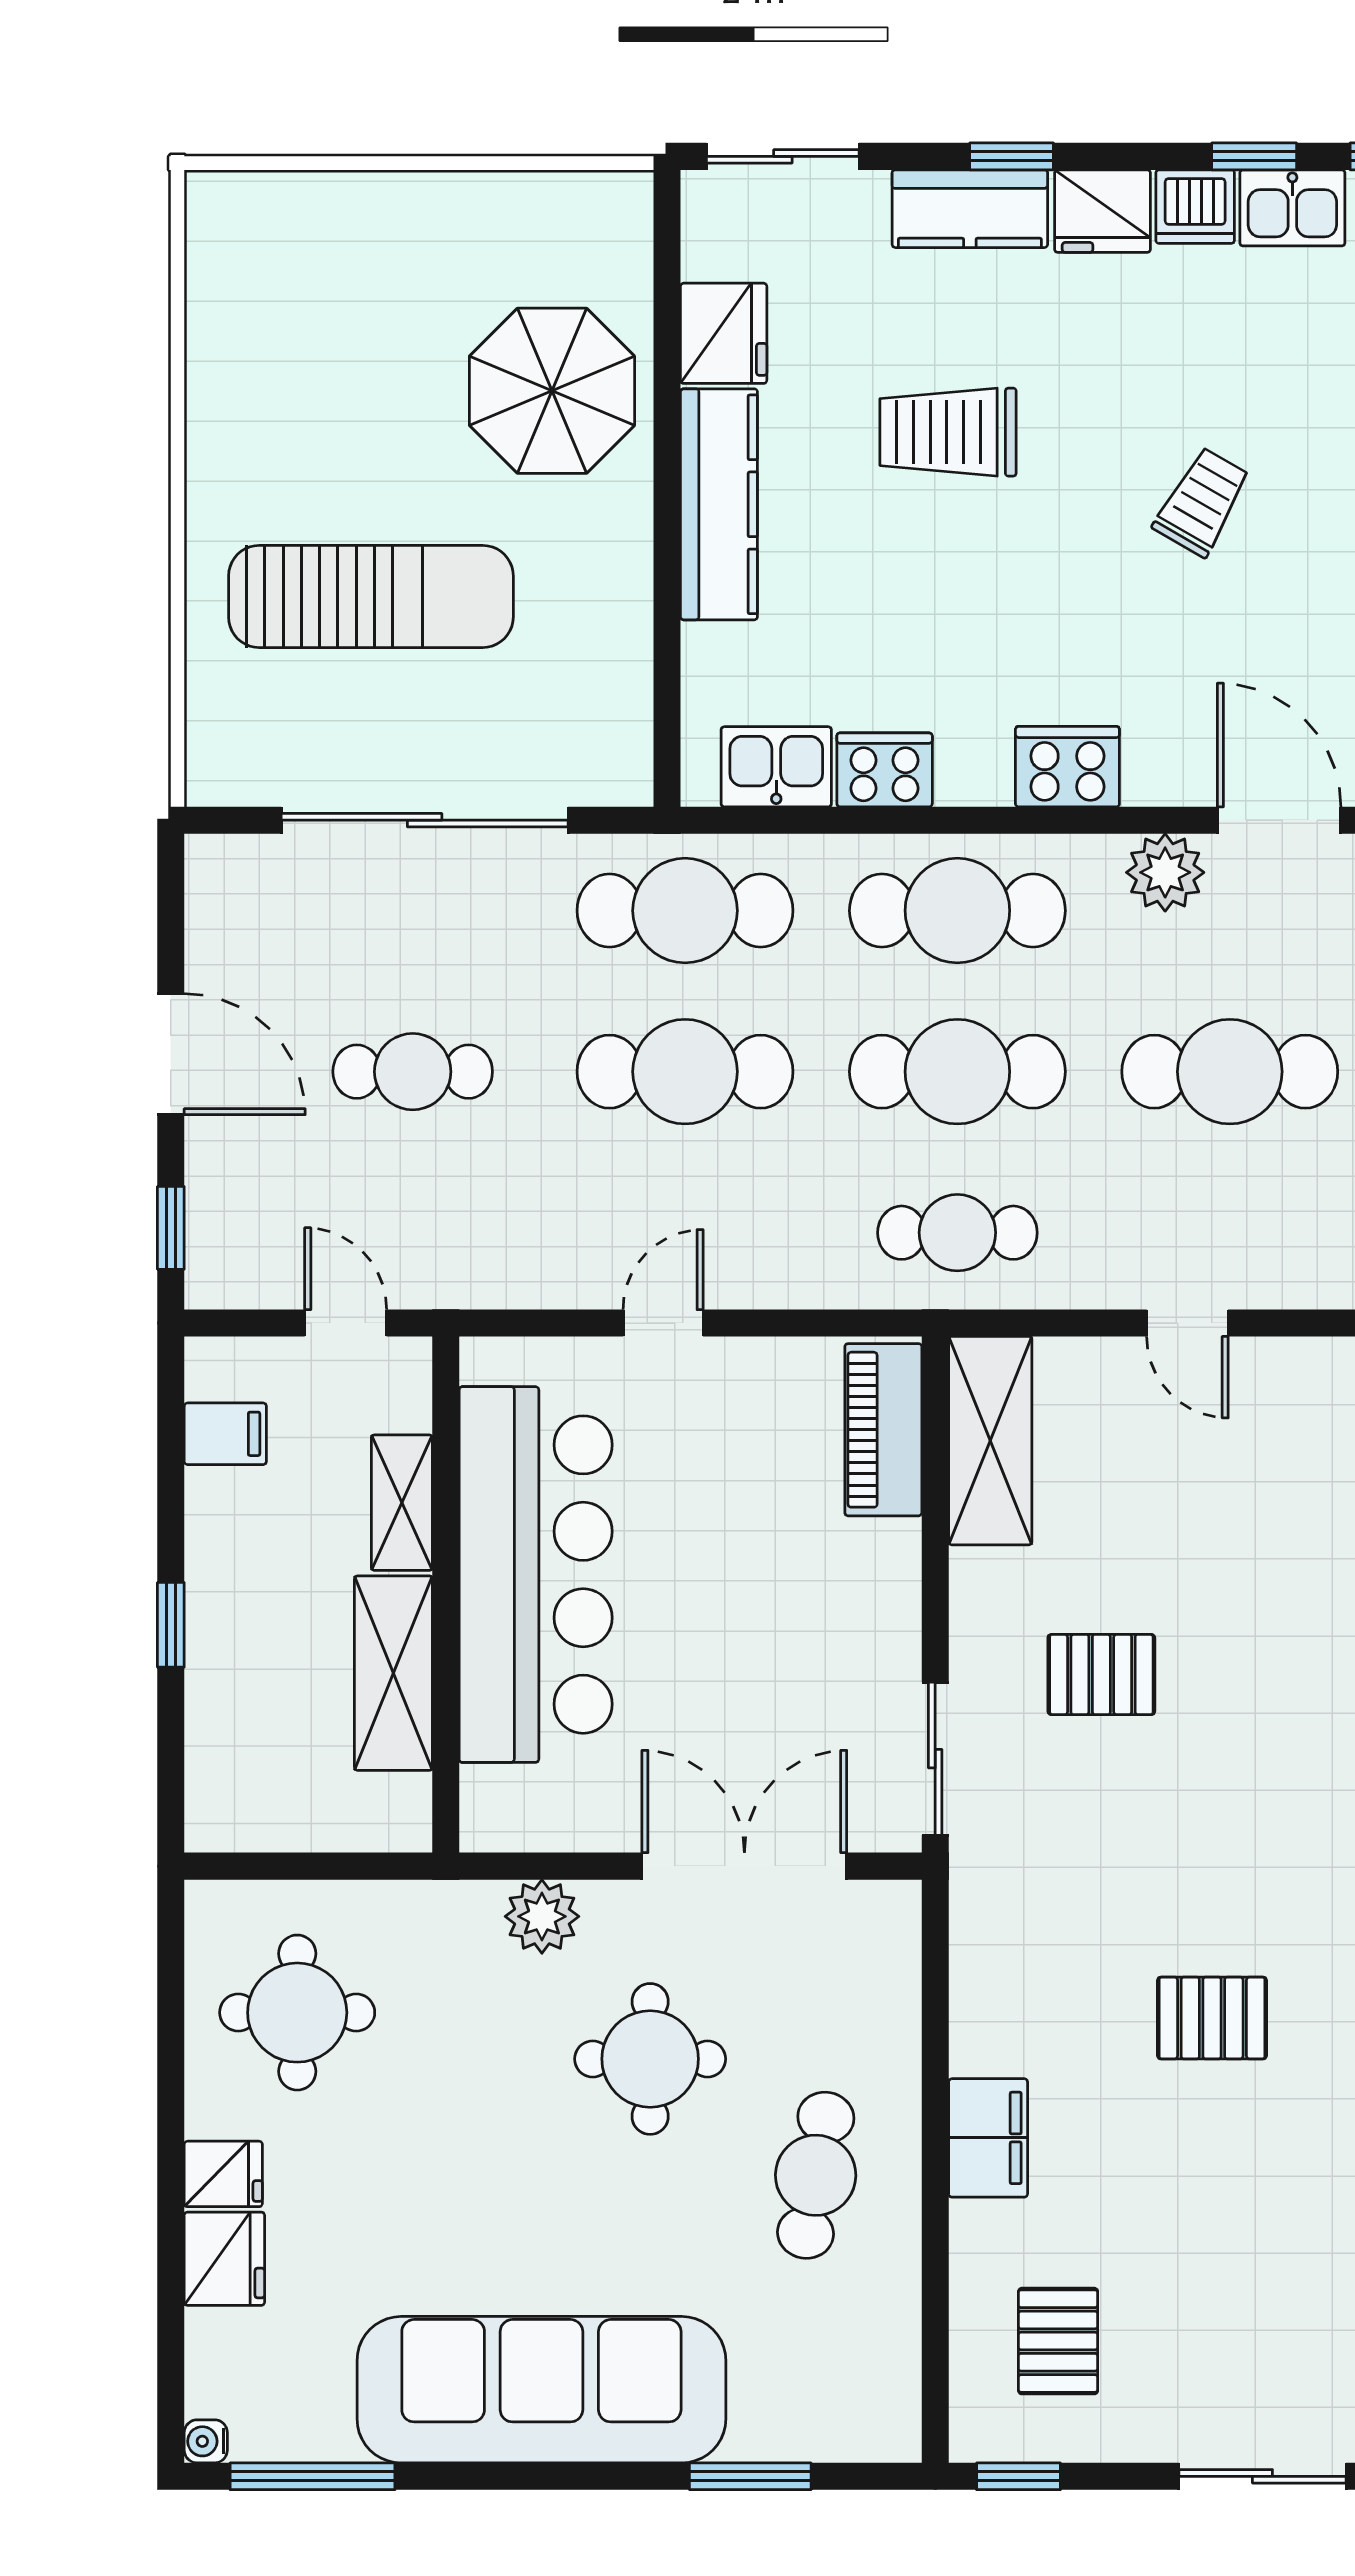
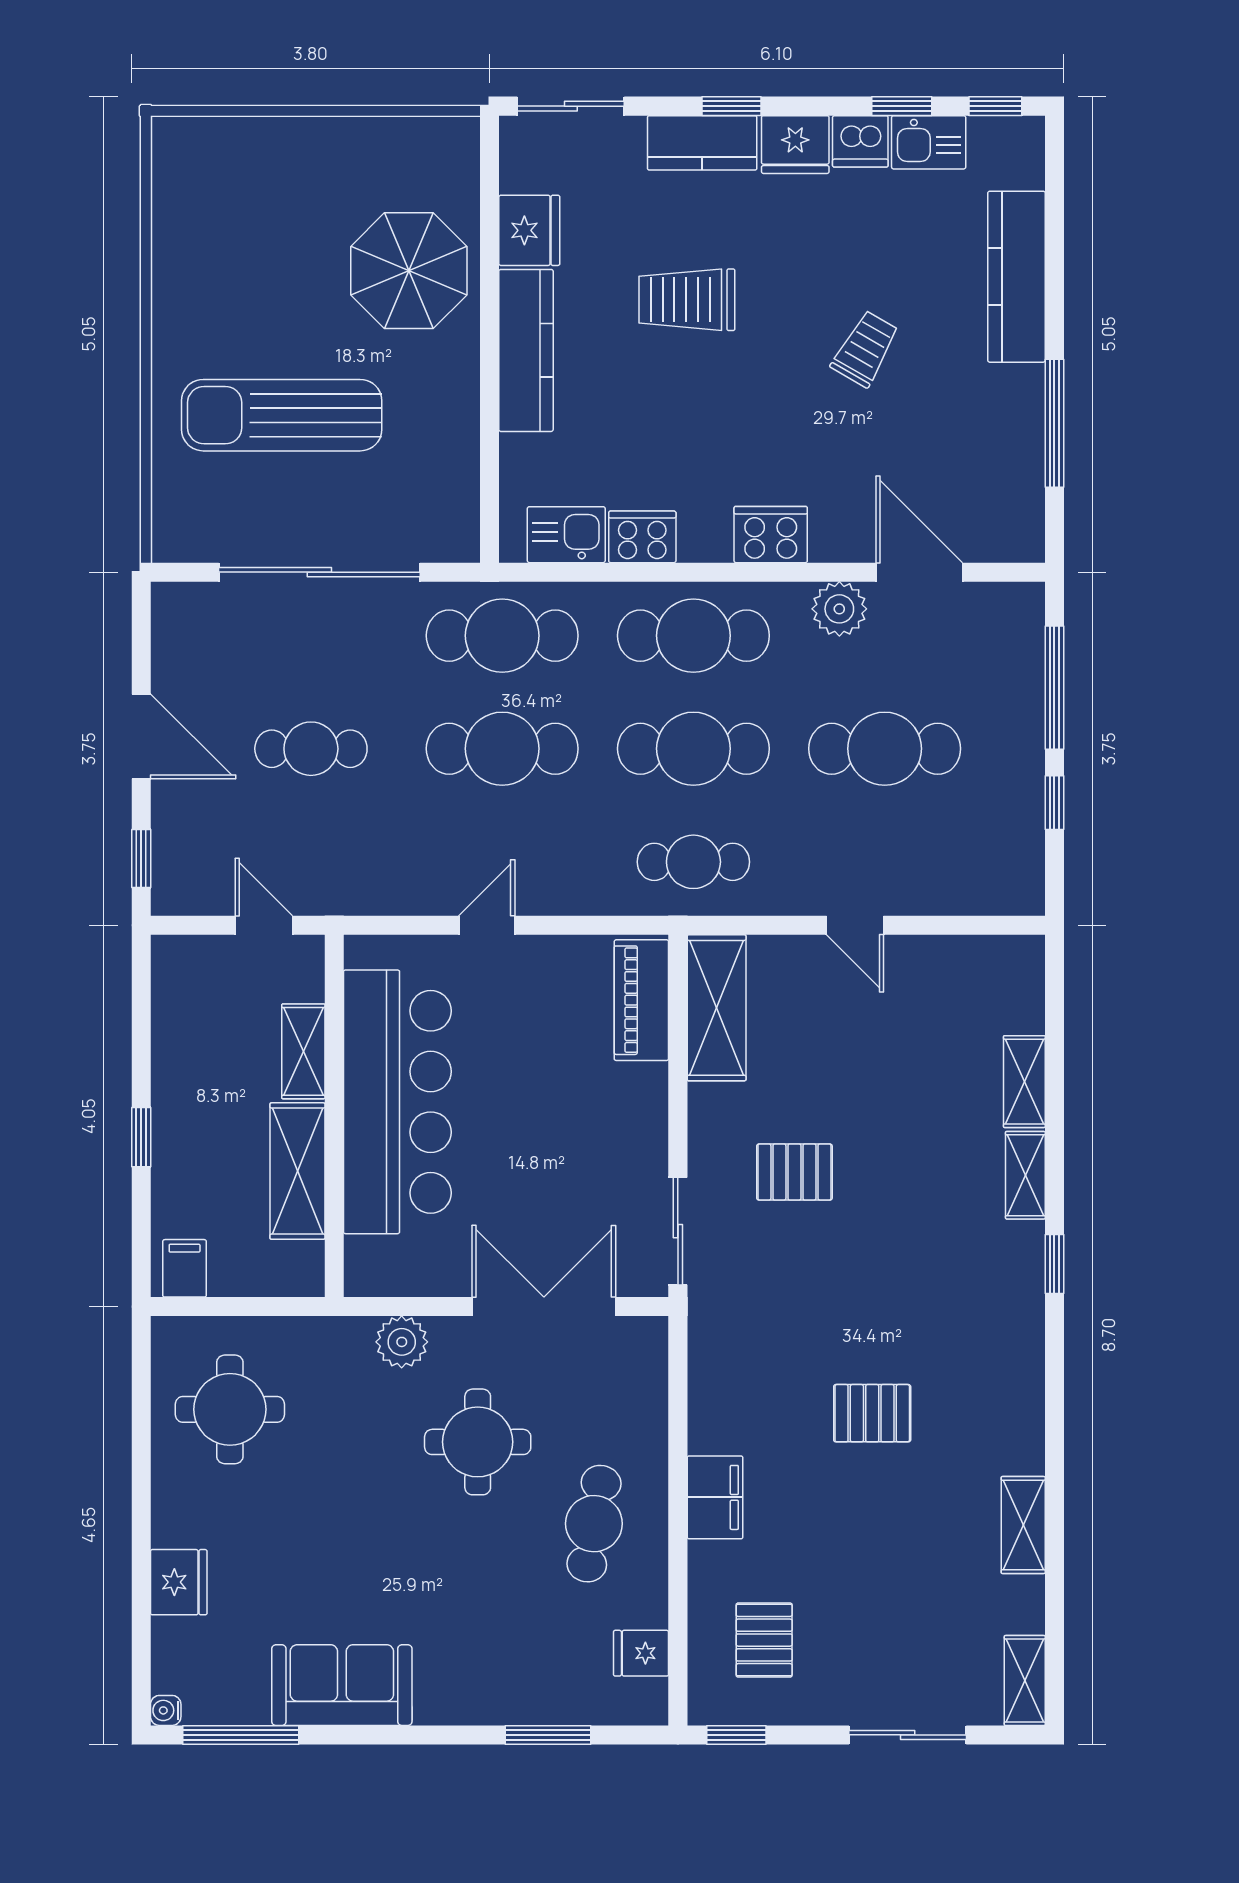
sun lounger: (371, 596) -> (282, 415), turned 180
filing cabinet: (225, 1434) -> (185, 1268), moved, turned -90
fridge: (223, 2174) -> (641, 1653), moved, turned 180
sofa: (541, 2390) -> (342, 1685), width x0.54, depth x0.79

